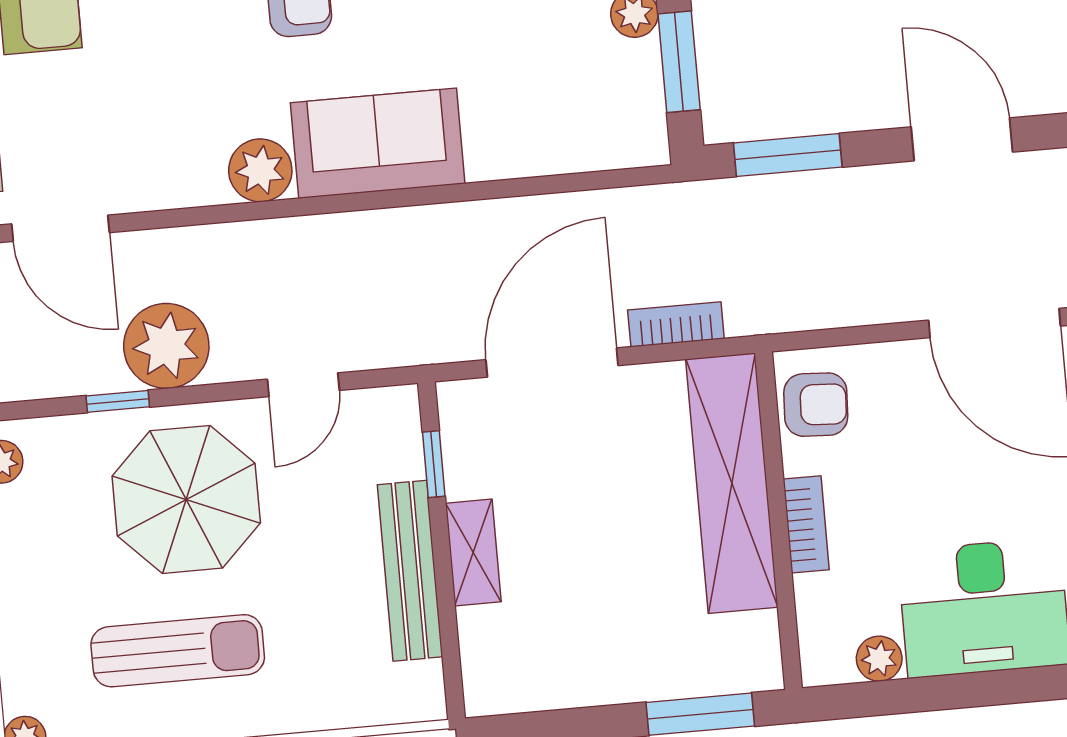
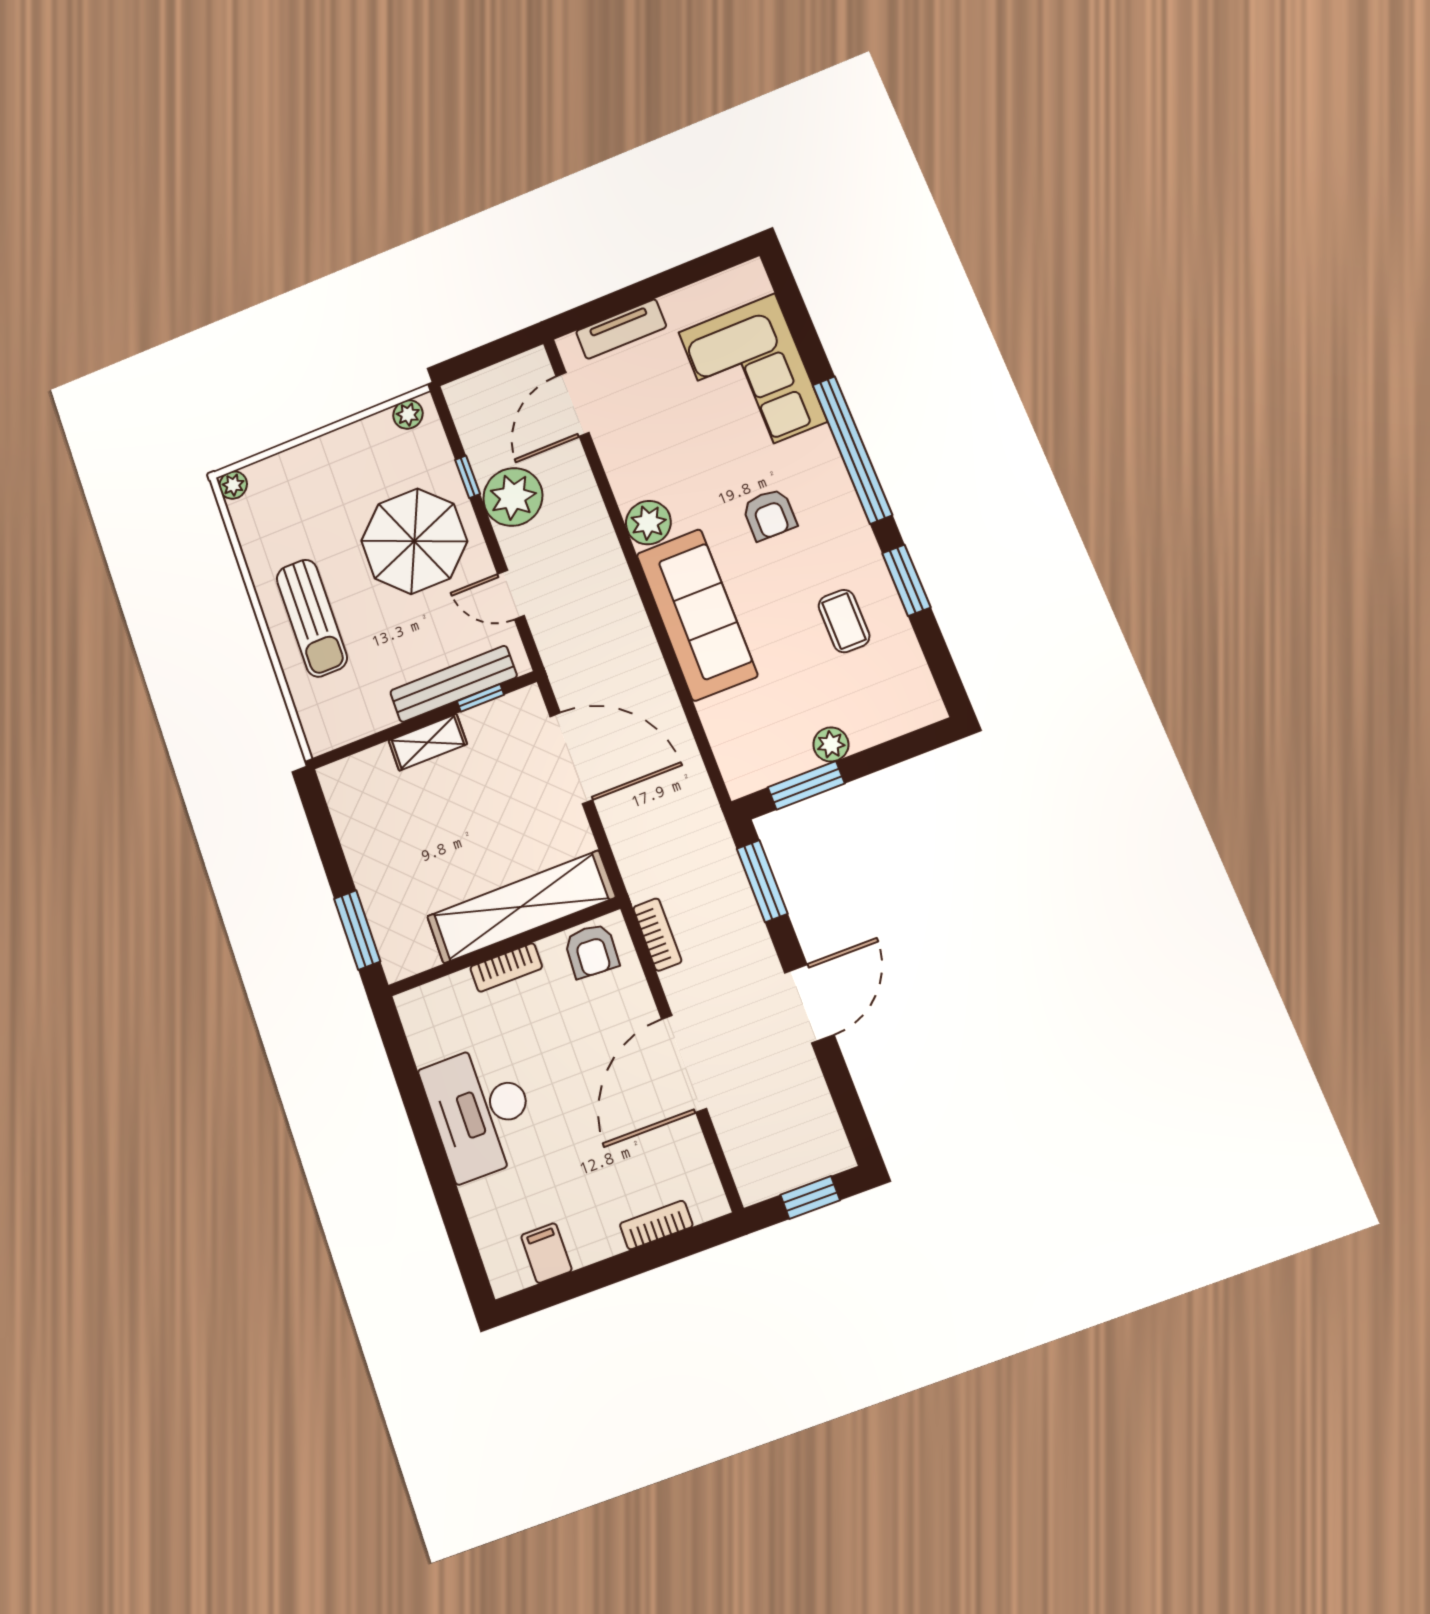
sofa: (378, 143) -> (697, 615), width x1.36
bookcase: (676, 324) -> (657, 935), moved
bench: (410, 571) -> (453, 684), moved
sun lounger: (178, 651) -> (312, 618), moved
plant: (879, 659) -> (426, 1046), removed

